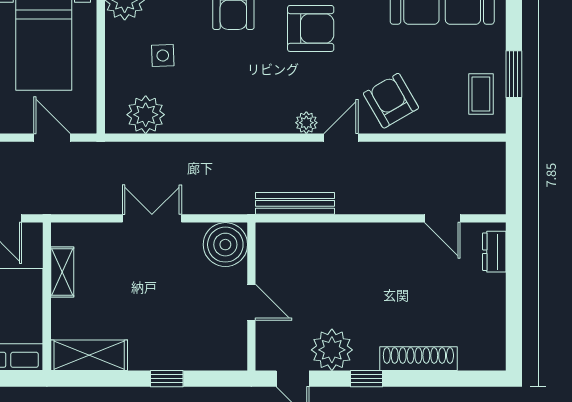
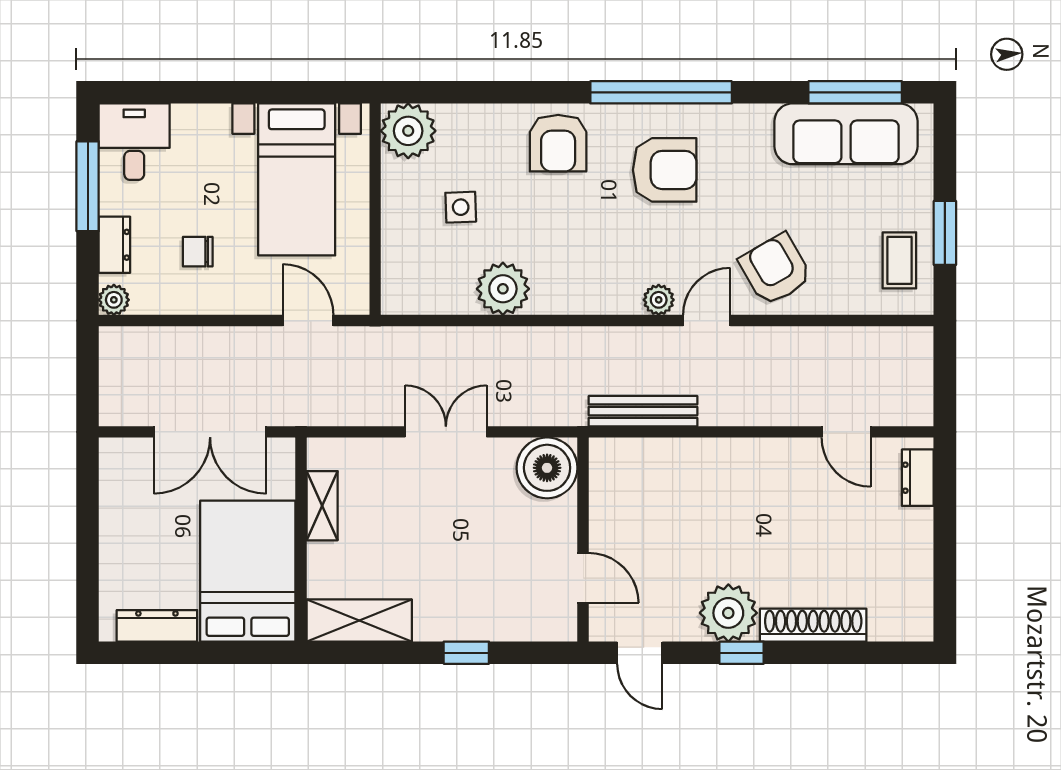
plant: (146, 115) -> (503, 289), moved
door: (251, 302) -> (583, 578), moved
plant: (332, 350) -> (728, 613), moved

